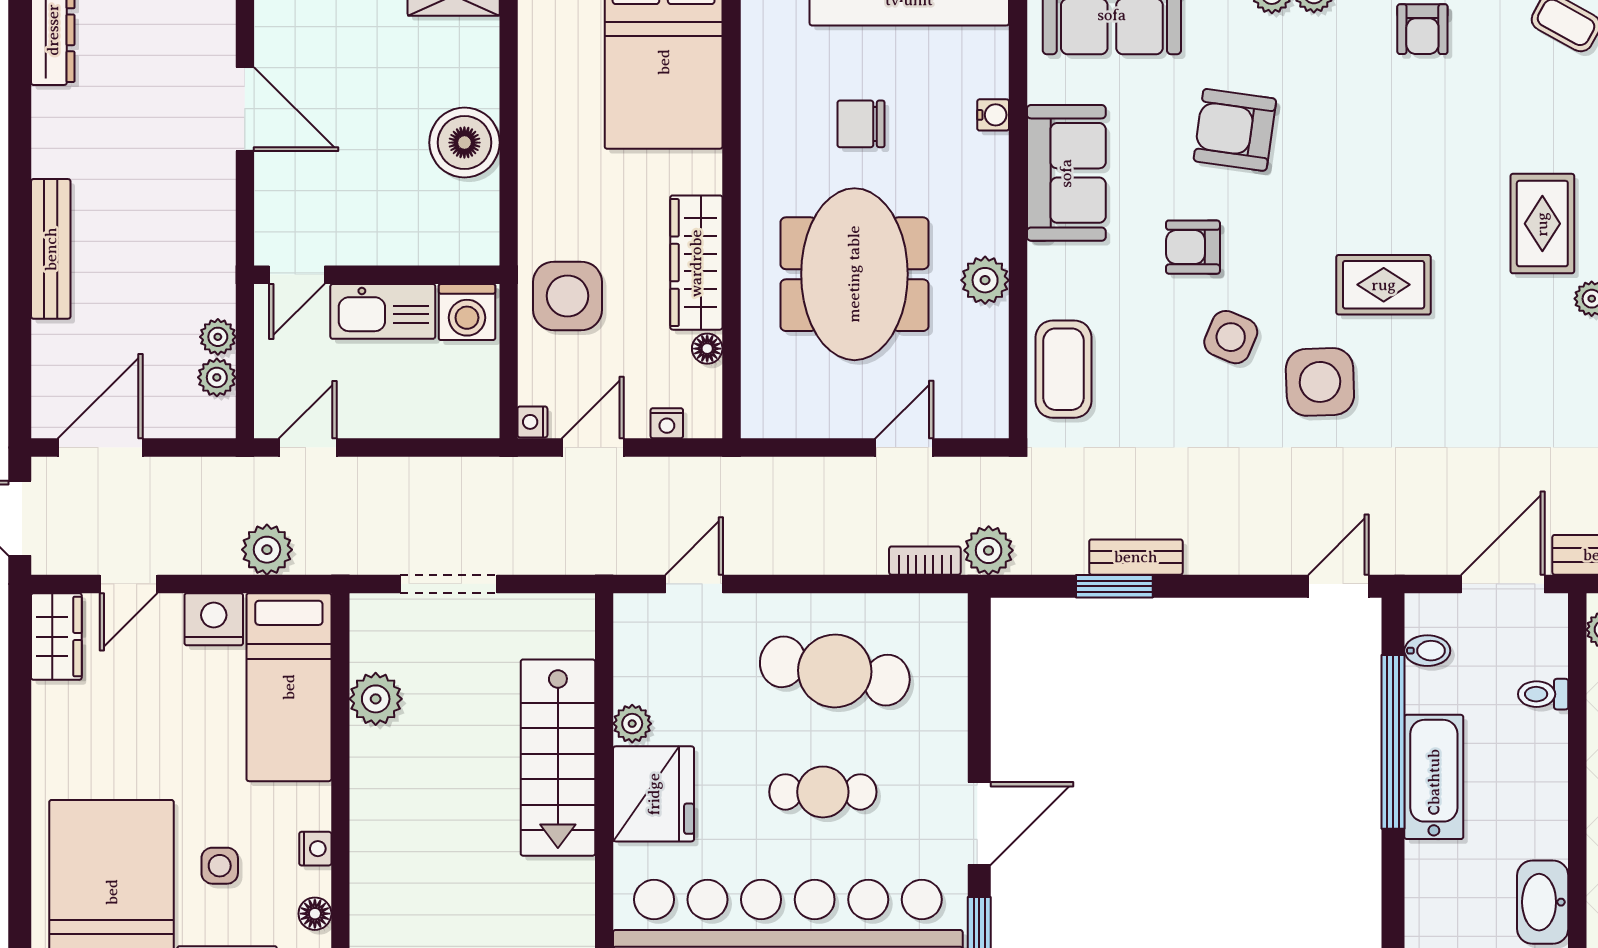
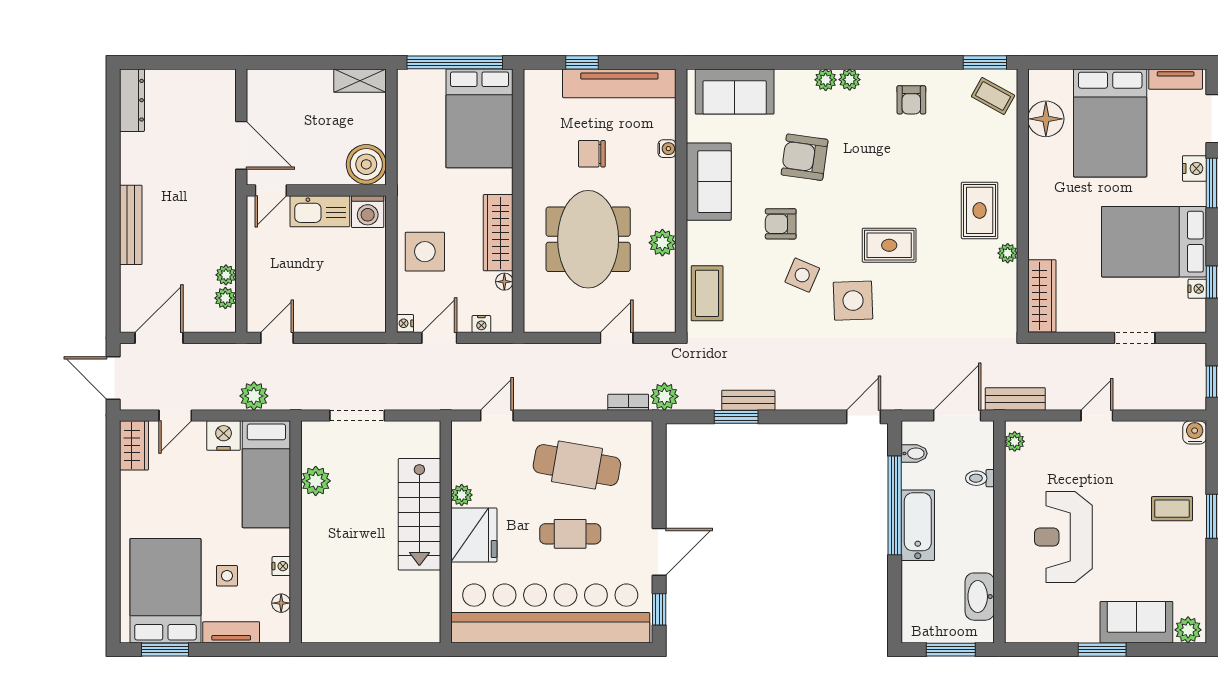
door: (297, 275) -> (271, 190), moved
wall: (377, 275) -> (316, 190), moved
kitchen sink: (383, 311) -> (320, 211), moved
washing machine: (467, 312) -> (368, 212), moved

